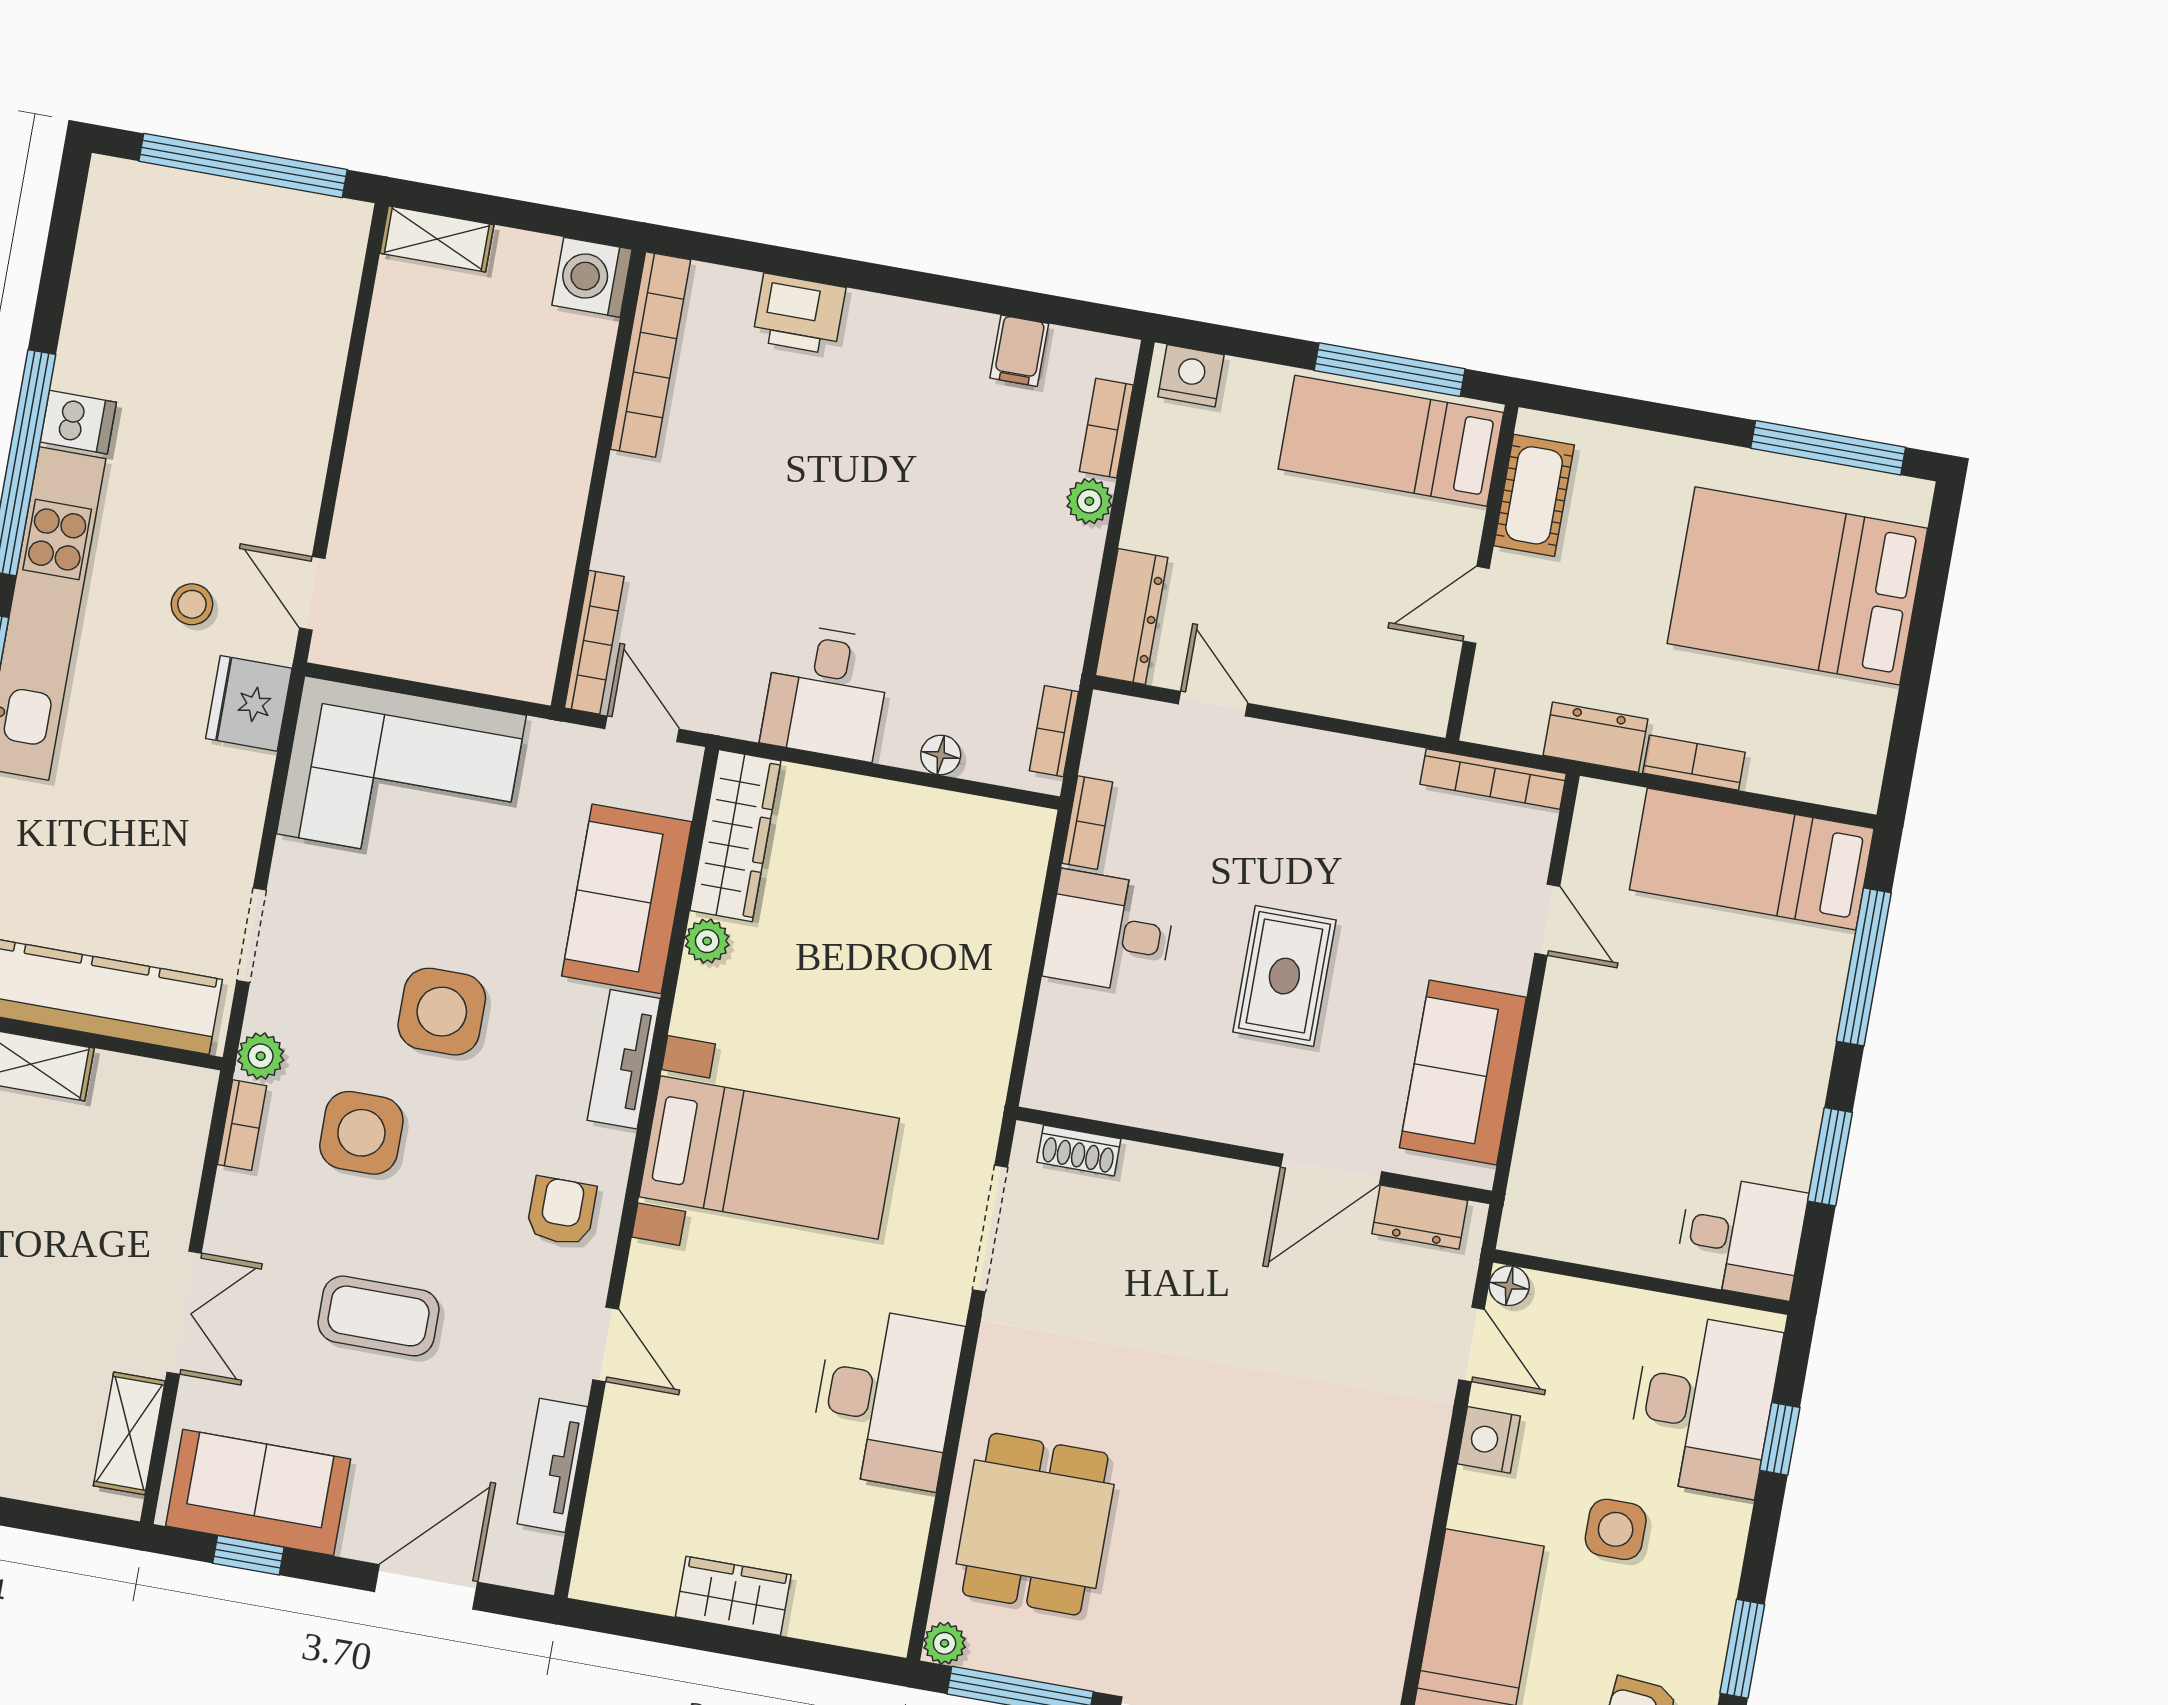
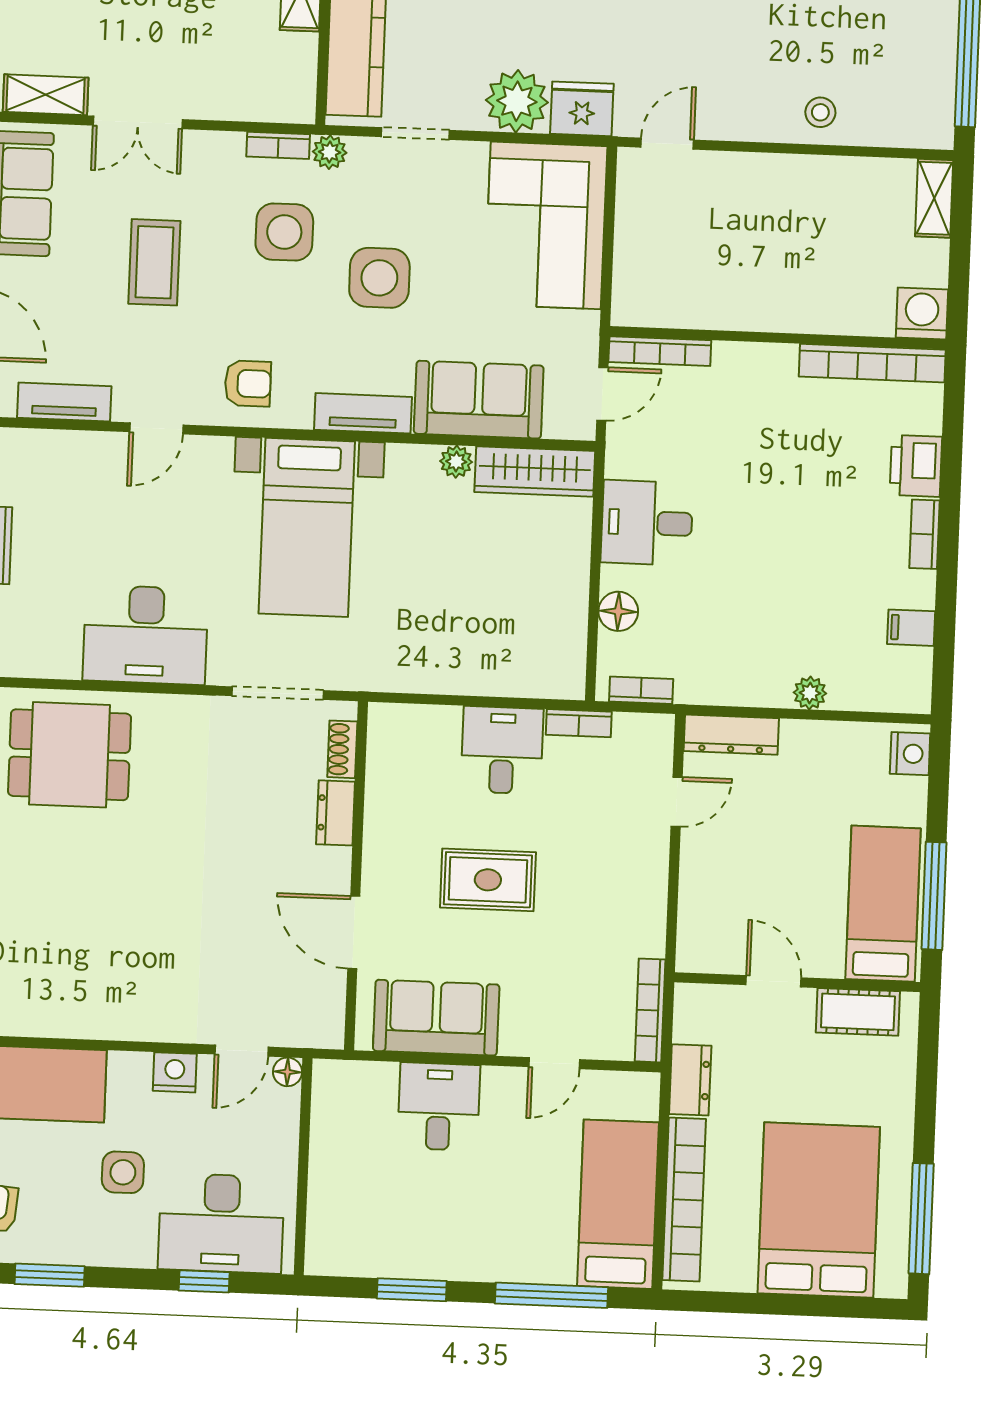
bookcase: (1106, 428) -> (924, 534), moved, turned -90
stool: (192, 604) -> (820, 112), moved
floor lamp: (941, 755) -> (618, 611), width x1.37, depth x1.37
bookcase: (1694, 763) -> (684, 1200), width x2.31, depth x1.31
plant: (226, 791) -> (517, 101), added
dresser: (1420, 1217) -> (336, 813), moved
desk: (1741, 1237) -> (439, 1107), moved, turned 180

